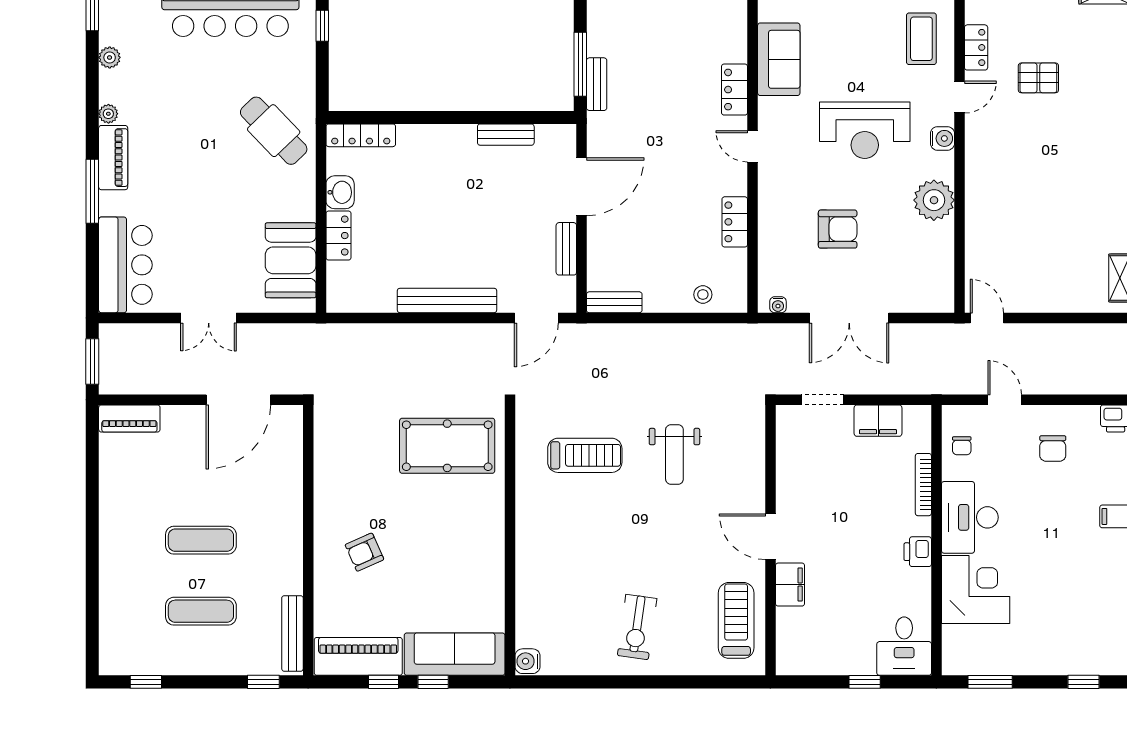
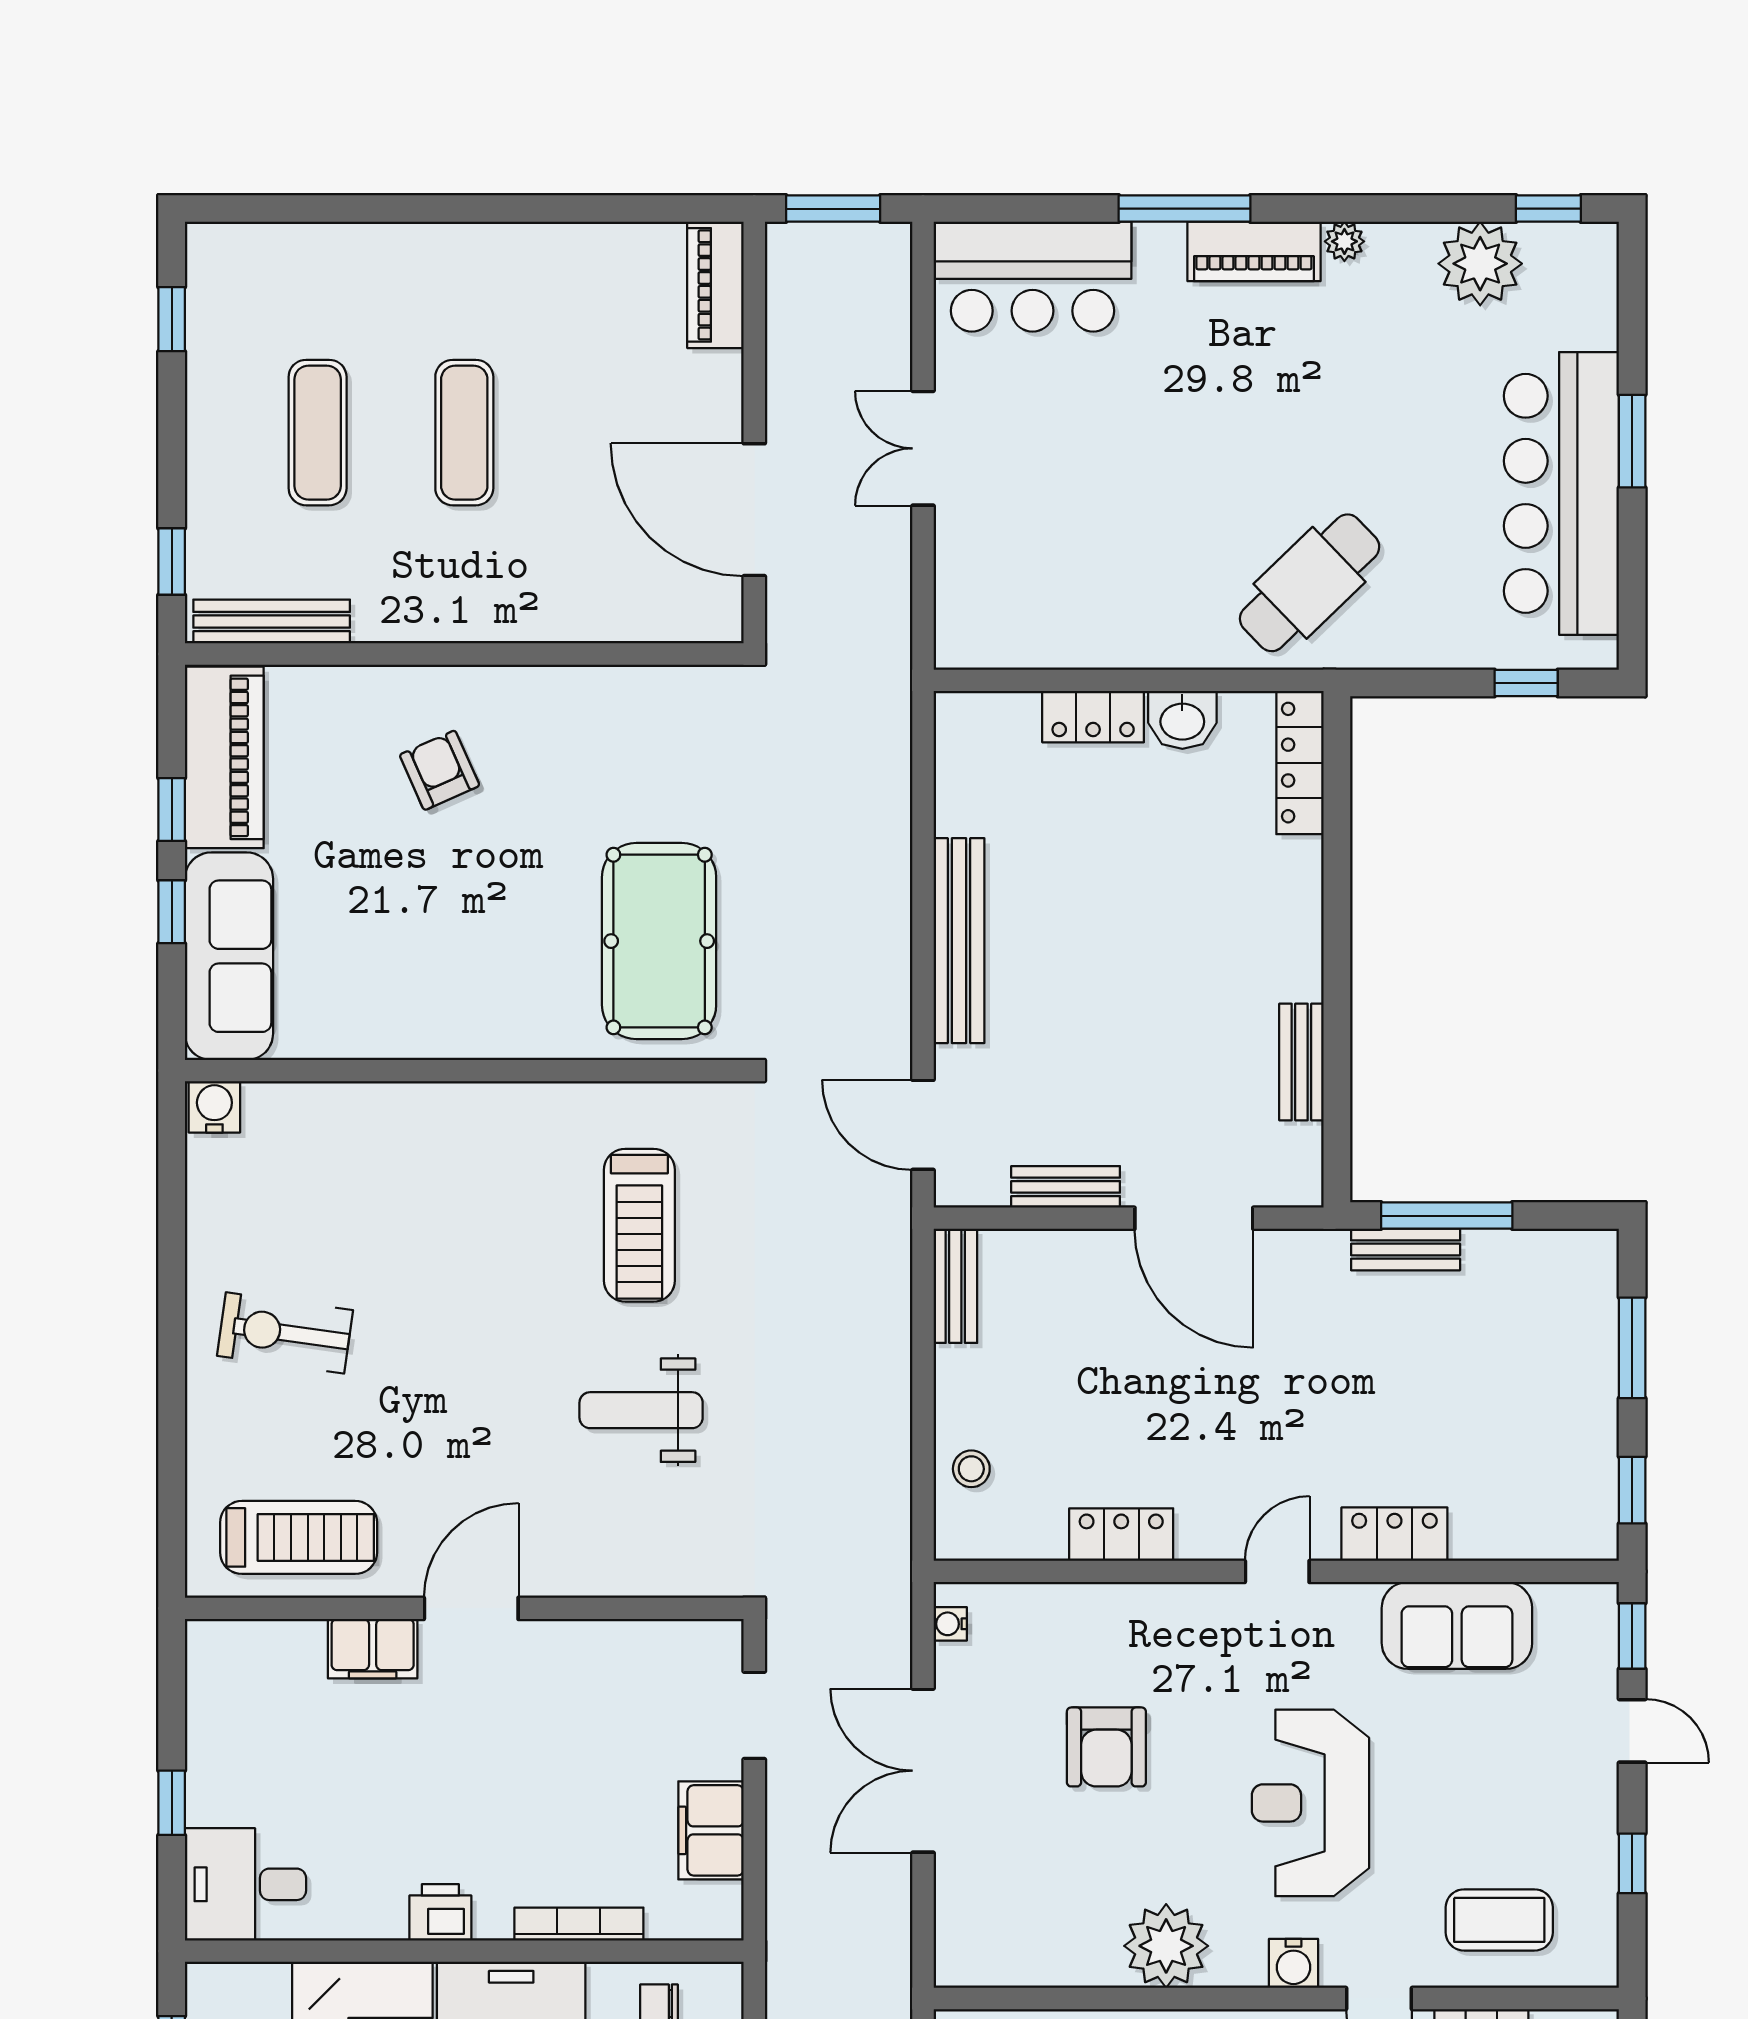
plant: (110, 57) -> (1480, 264), width x1.88, depth x1.88
booth: (291, 260) -> (1042, 618), removed

